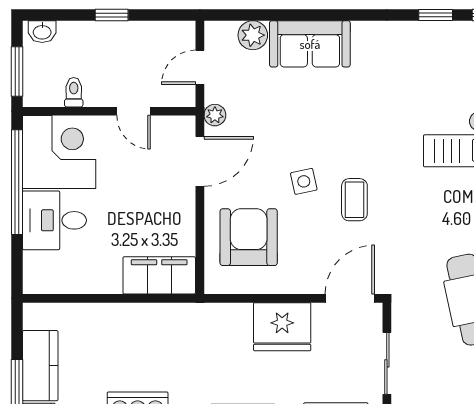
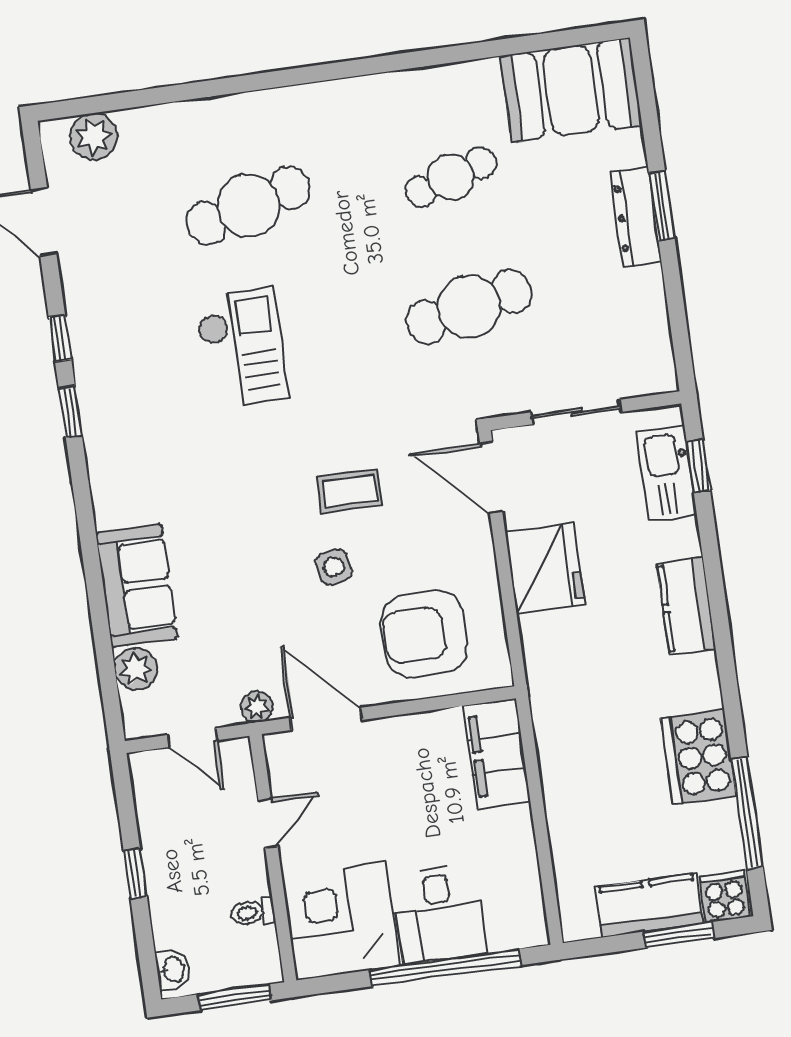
window: (17, 182) -> (446, 968), moved

